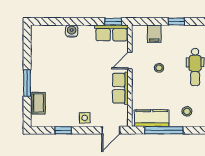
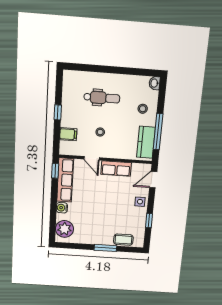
row of seats: (111, 33) -> (65, 180), width x1.48
plant: (47, 35) -> (64, 229), added
door: (111, 130) -> (153, 180), swing flipped

